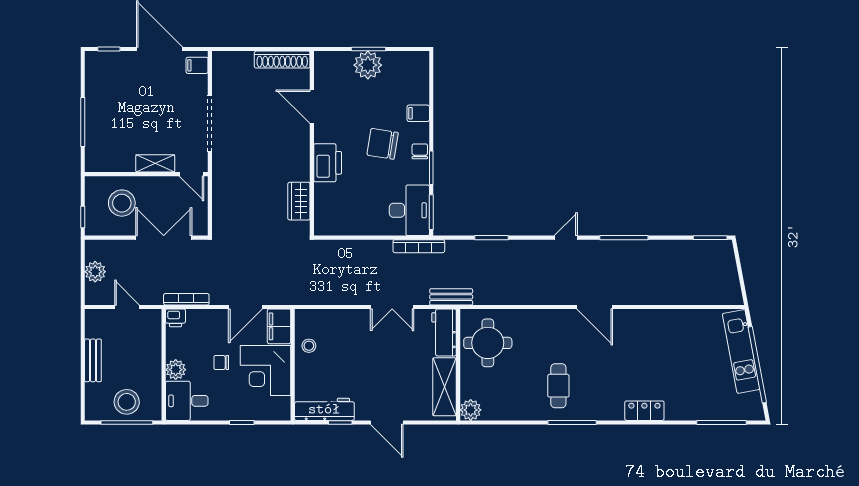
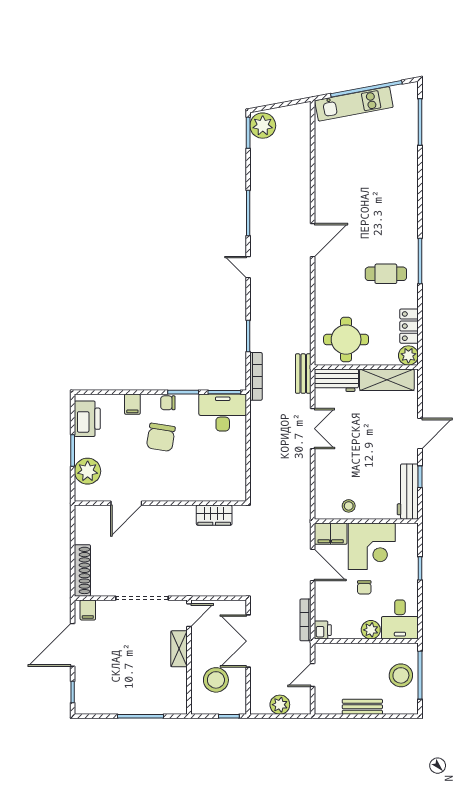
shoe rack: (282, 60) -> (82, 570), moved
plant: (368, 65) -> (88, 471), moved
printer: (328, 163) -> (87, 419), moved, turned 90
bookcase: (419, 246) -> (256, 376), moved
plant: (718, 253) -> (263, 126), added
locker: (644, 411) -> (409, 326), moved

